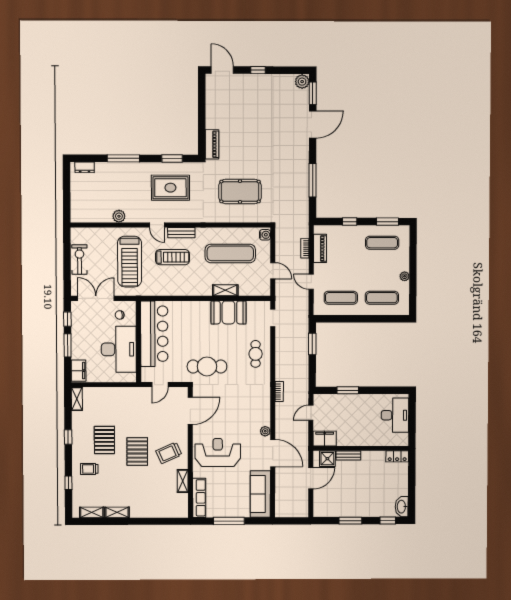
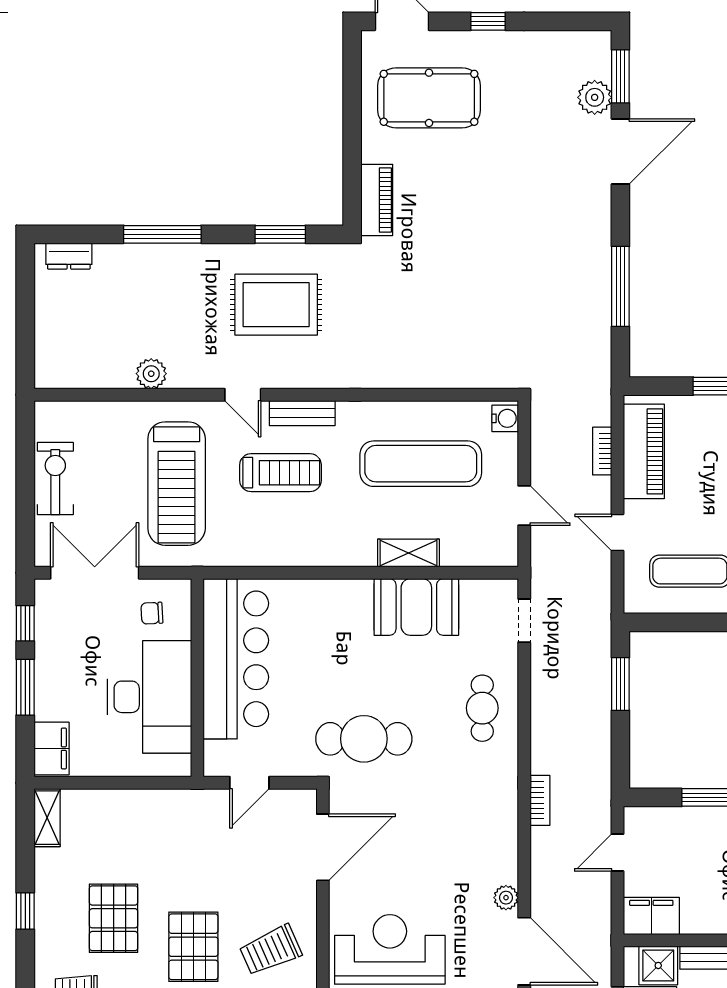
plant: (302, 82) -> (595, 97), moved
pool table: (240, 191) -> (429, 98), moved
piano: (320, 248) -> (644, 451), width x1.37, depth x1.33

